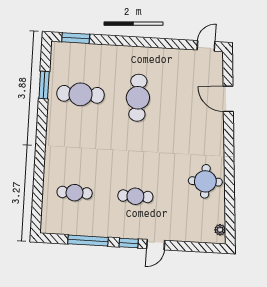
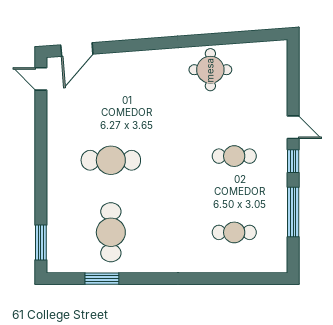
door: (228, 99) -> (77, 49), moved
cafe table: (75, 193) -> (234, 232), turned 90
cafe table: (135, 196) -> (234, 156), turned 90
plant: (220, 230) -> (270, 48), removed

